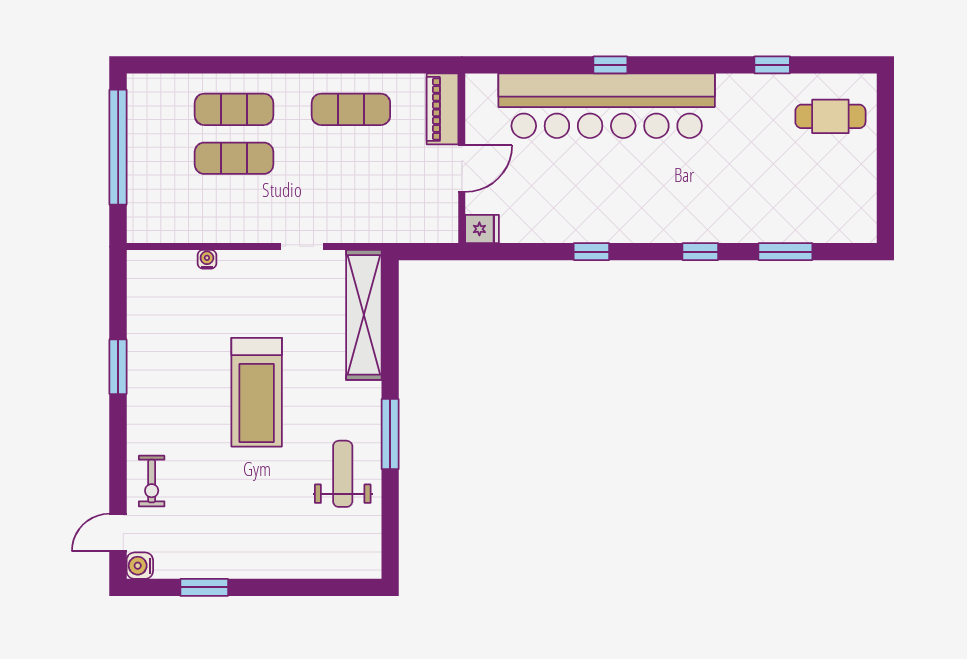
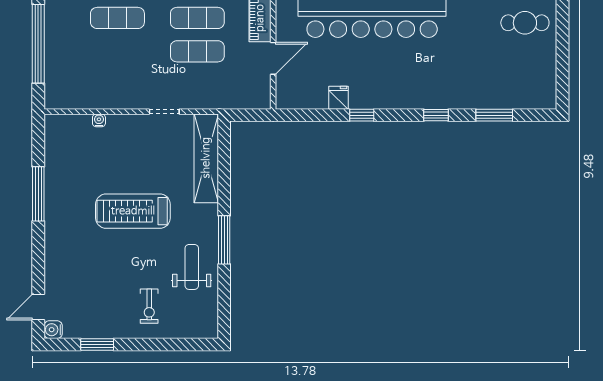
exercise mat: (234, 158) -> (197, 51), moved
fridge: (482, 229) -> (338, 98), moved, turned -90
window: (118, 367) -> (38, 194), width x1.44
treadmill: (257, 392) -> (133, 211), turned 90
exercise bike: (152, 481) -> (149, 306), moved

